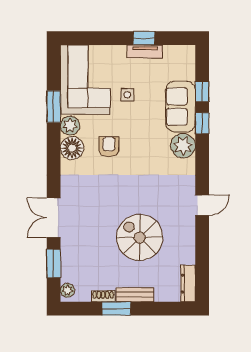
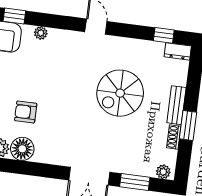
plant: (183, 146) -> (41, 33), width x0.53, depth x0.53
window: (202, 273) -> (164, 35), added
dresser: (188, 283) -> (178, 51), width x0.70

